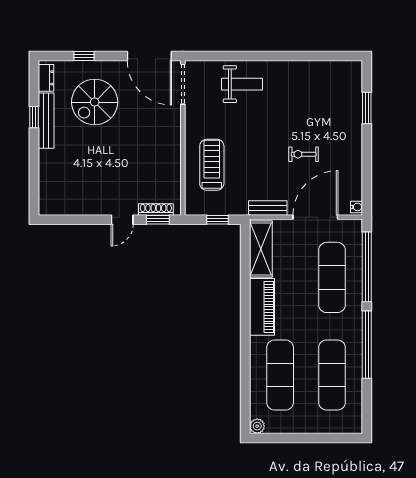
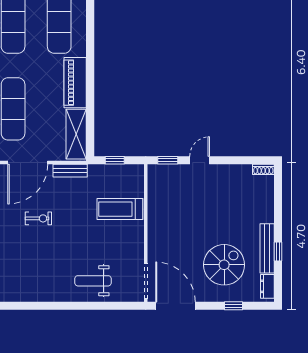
treadmill: (212, 165) -> (120, 209), turned 90
shoe rack: (156, 209) -> (263, 169), moved, width x0.70

